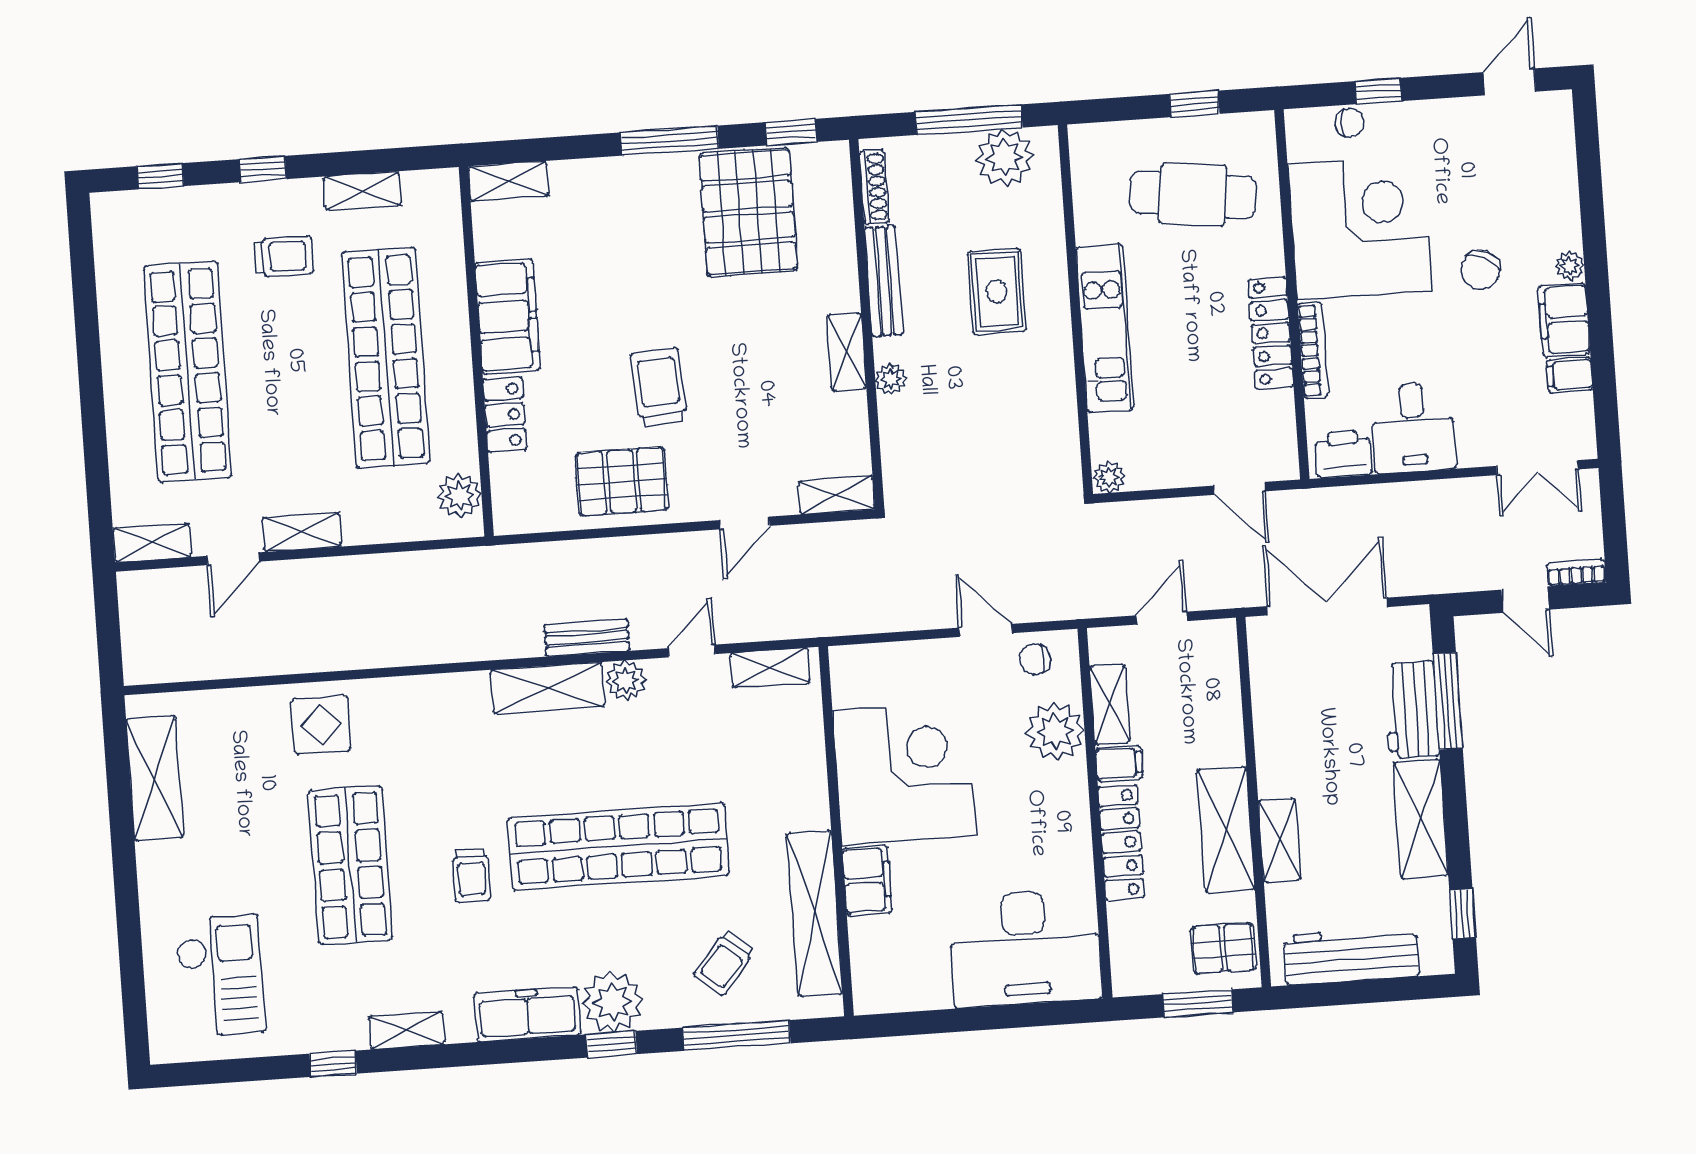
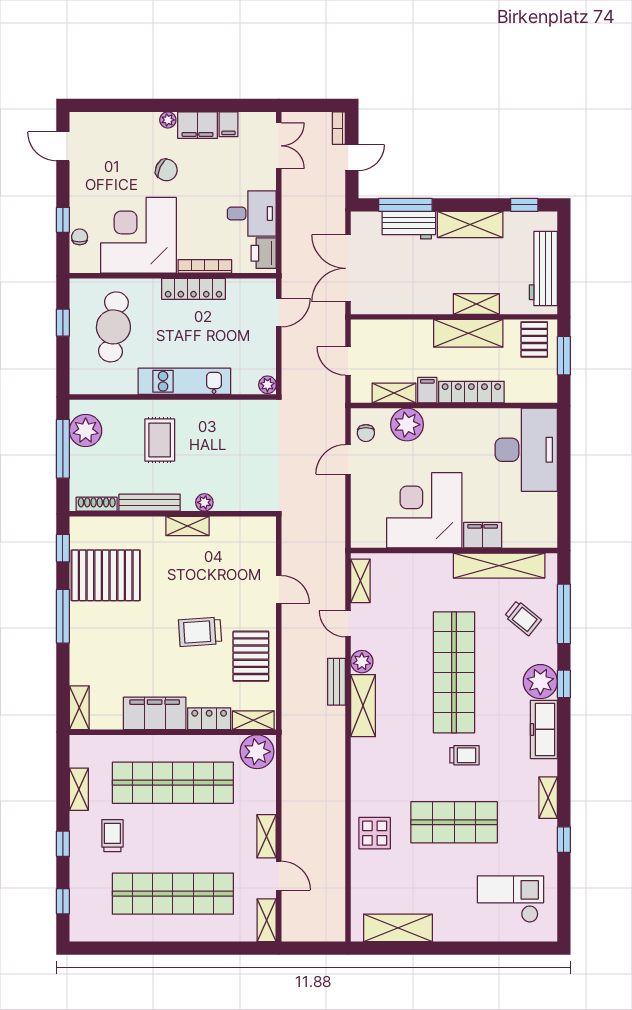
rug: (997, 291) -> (160, 440), turned 90
shelving: (836, 495) -> (253, 720), moved, turned 90
plant: (459, 496) -> (257, 752), width x1.36, depth x1.36

